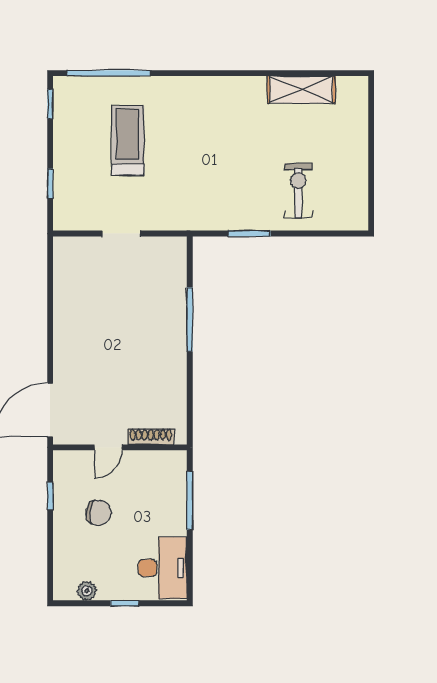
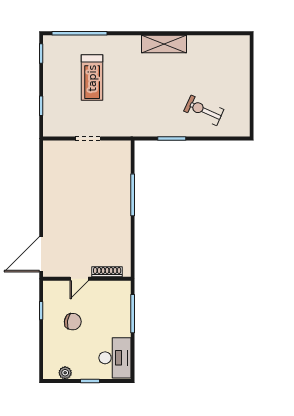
shelving: (301, 90) -> (164, 44), moved
treadmill: (128, 141) -> (92, 78), turned 180
exercise bike: (298, 191) -> (204, 110), turned -66

